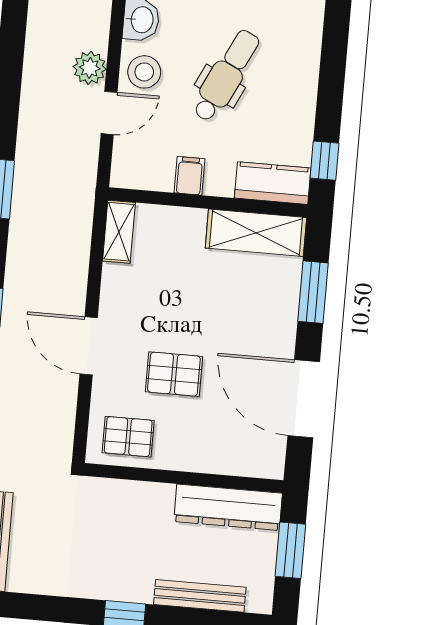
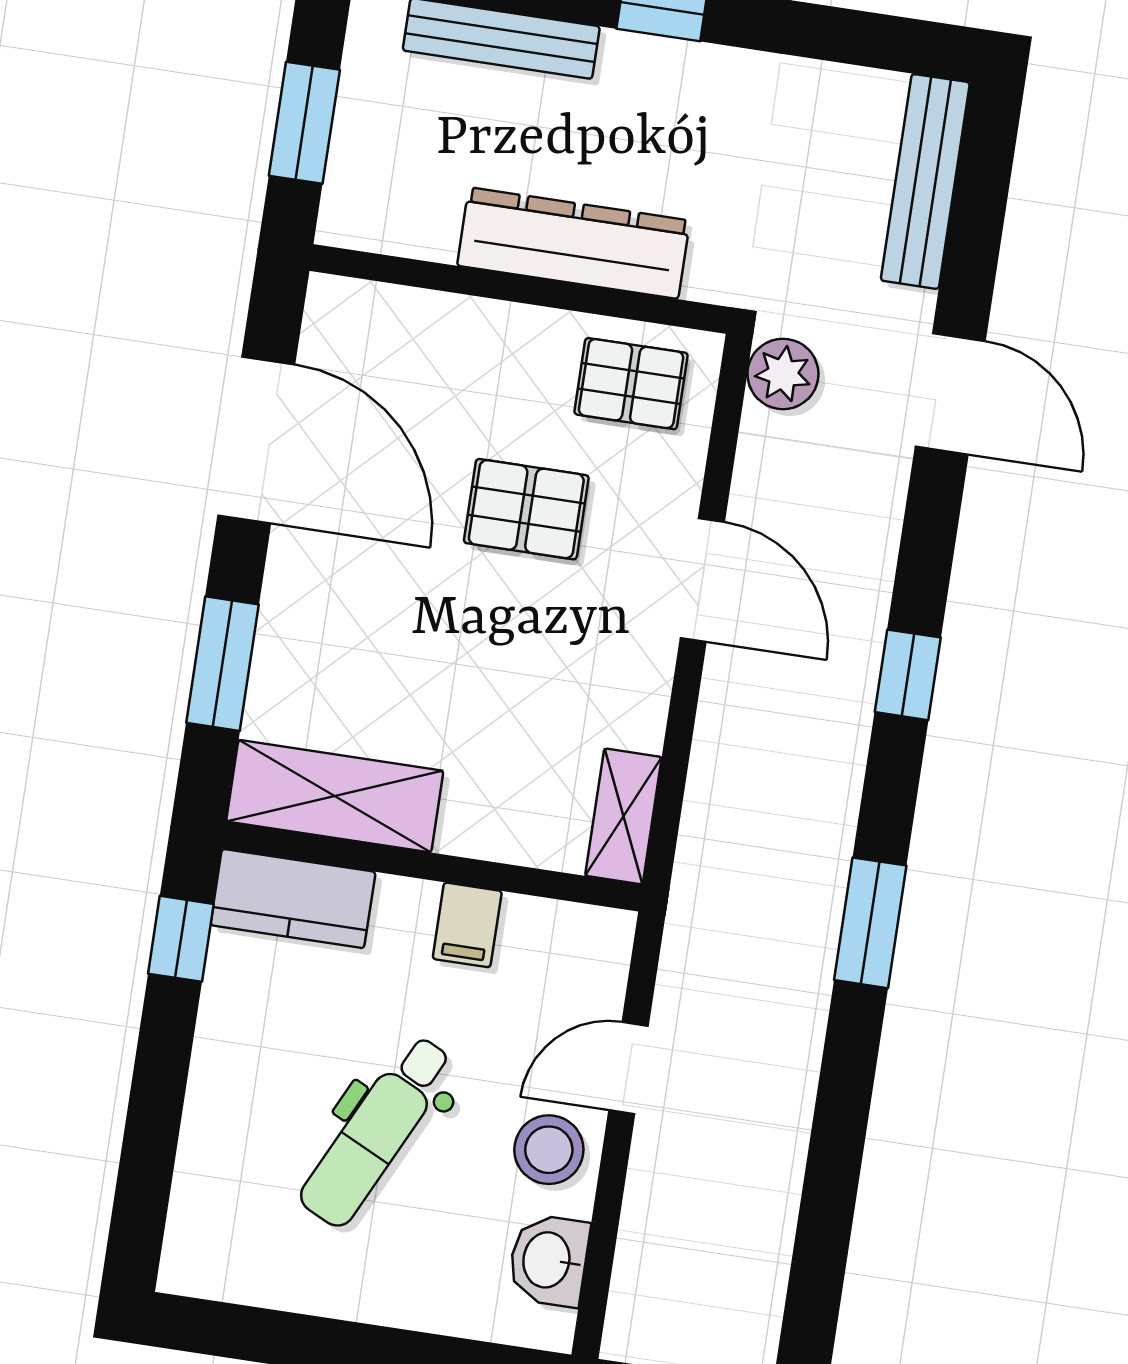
plant: (90, 68) -> (783, 374), moved
dresser: (228, 507) -> (573, 243), moved

